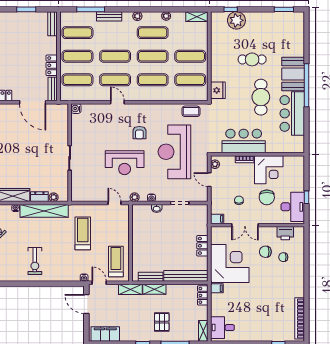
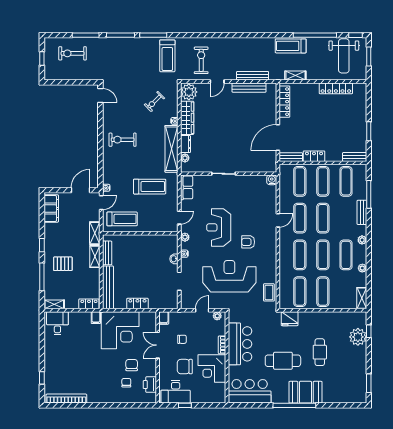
bar counter: (292, 113) -> (250, 391), moved
row of seats: (84, 196) -> (187, 187), added

